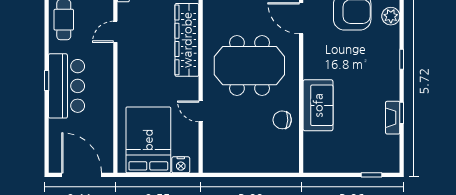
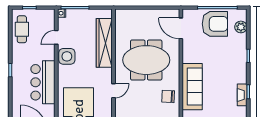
side table: (131, 60) -> (67, 56), added
bar counter: (67, 86) -> (43, 82), moved, turned 180
sofa: (318, 105) -> (192, 87), width x1.36
door: (201, 111) -> (114, 91), swing flipped

